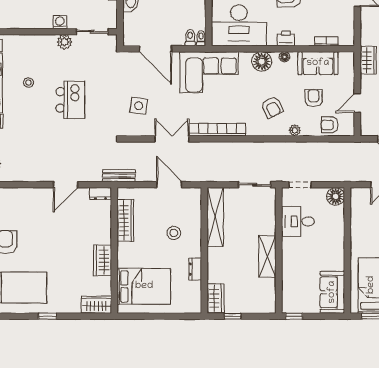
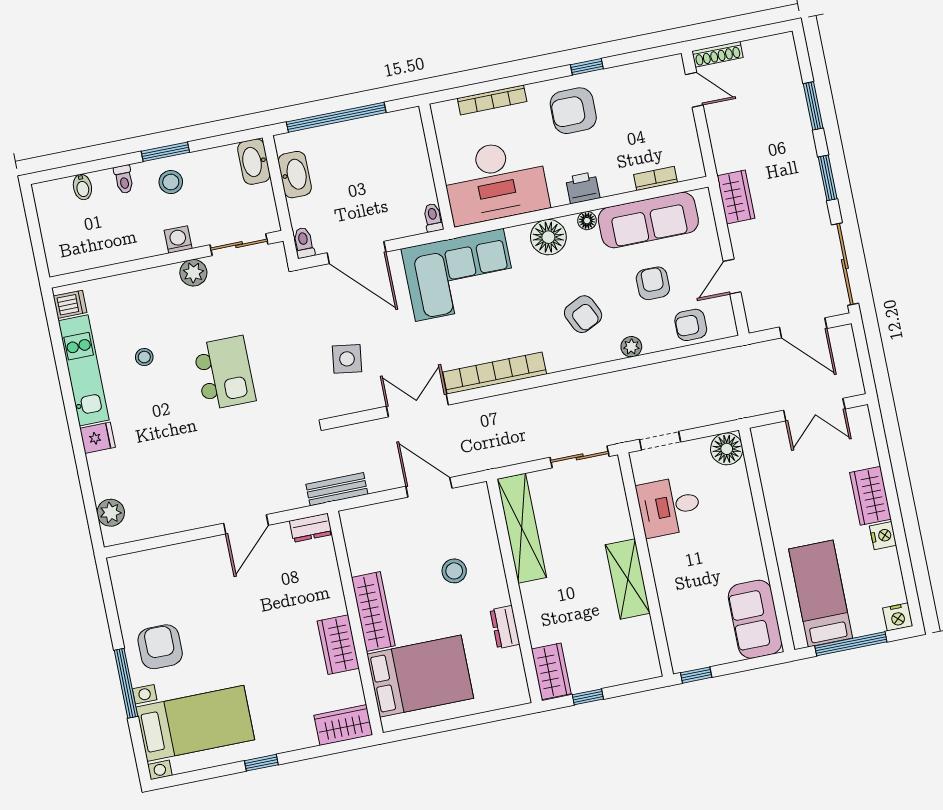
toilet: (190, 38) -> (304, 243), moved
sofa: (318, 63) -> (648, 220), width x1.36
wardrobe: (125, 220) -> (373, 612), moved

